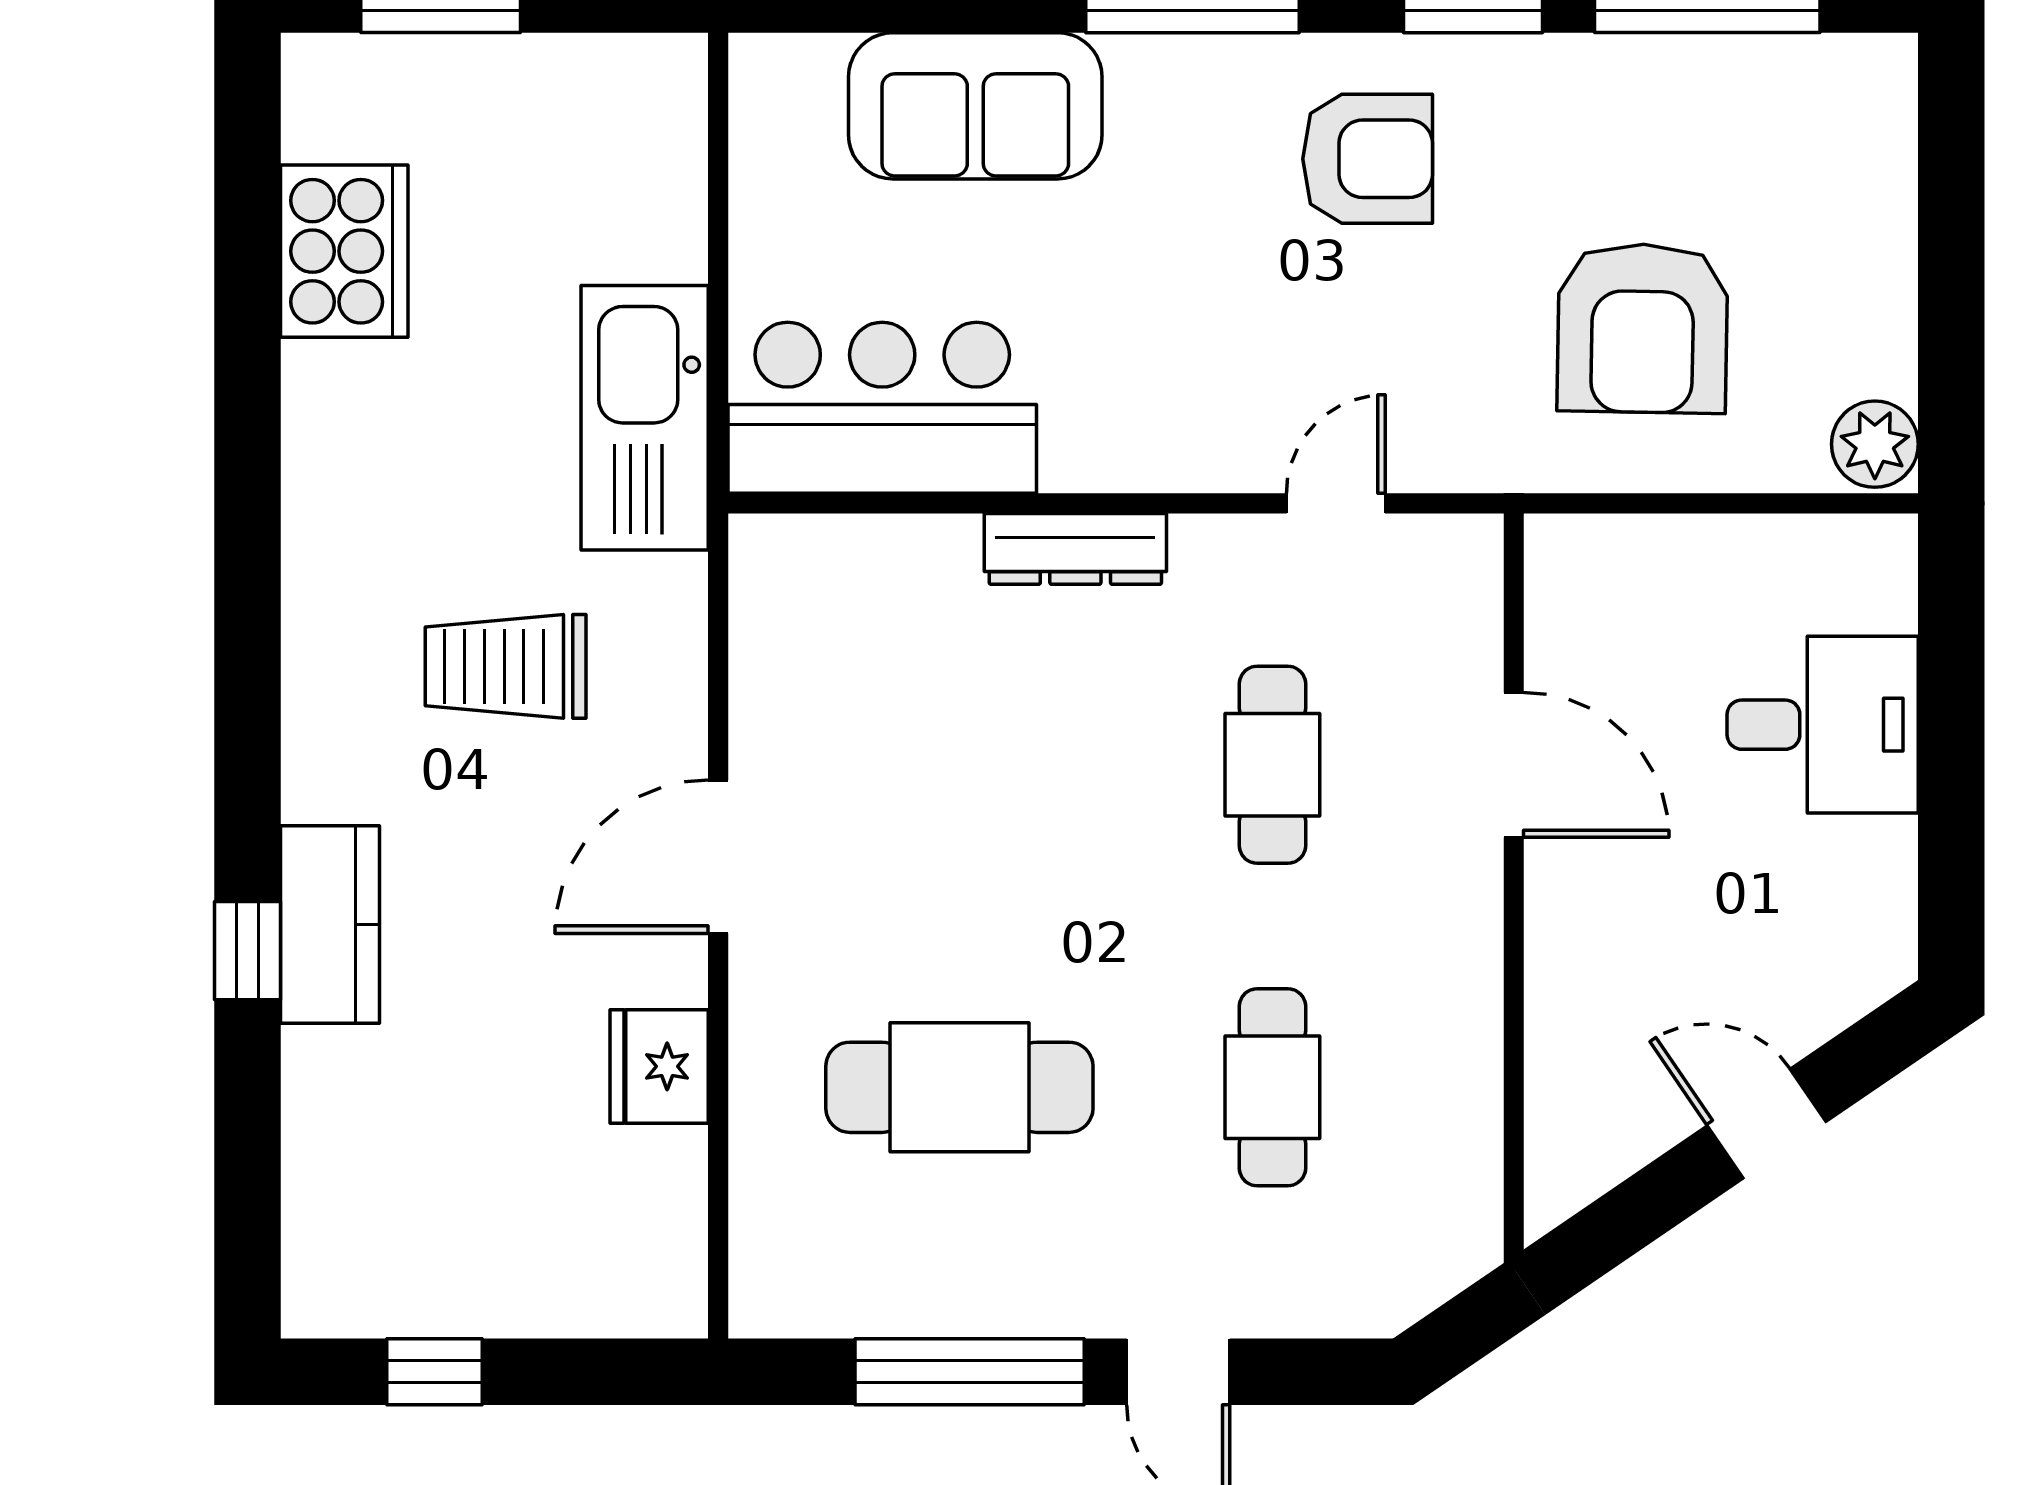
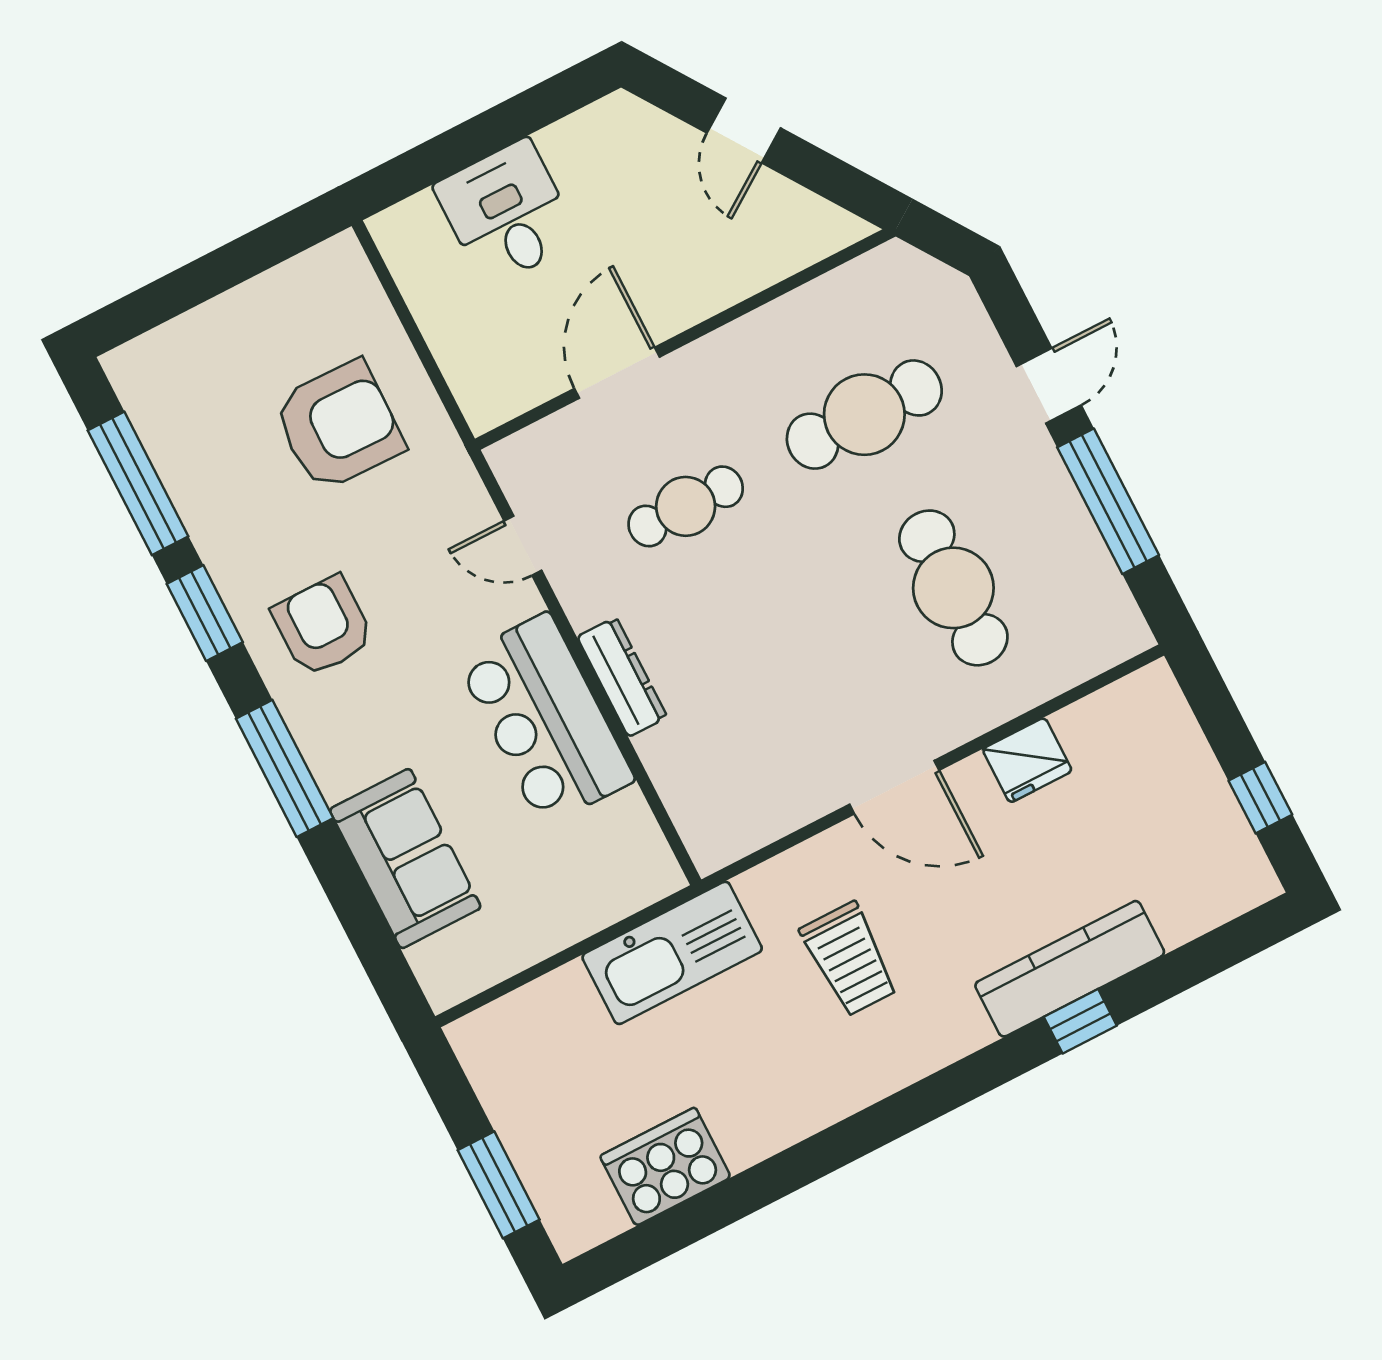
bar counter: (882, 408) -> (545, 720), moved
plant: (1875, 444) -> (337, 264), removed
kitchen counter: (330, 924) -> (1070, 969), width x1.50
cafe table: (1272, 1087) -> (864, 415), width x1.37, depth x1.35

